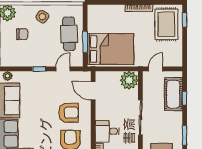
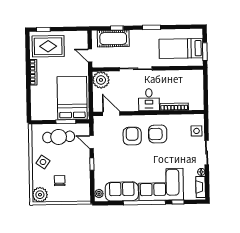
door: (93, 91) -> (111, 114), swing flipped

